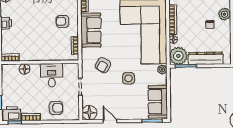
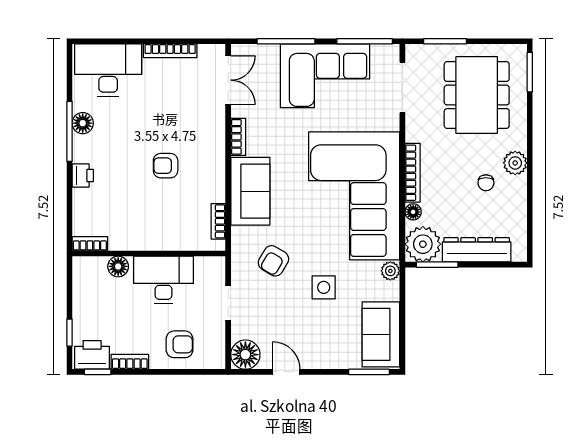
armchair: (62, 21) -> (166, 166), moved
desk: (52, 75) -> (164, 280), width x1.37

